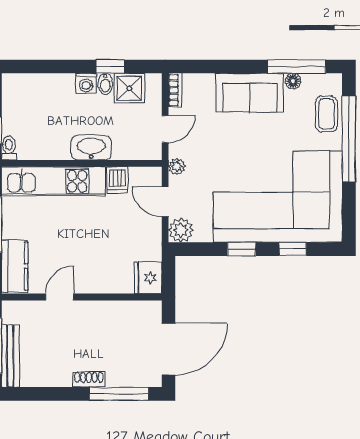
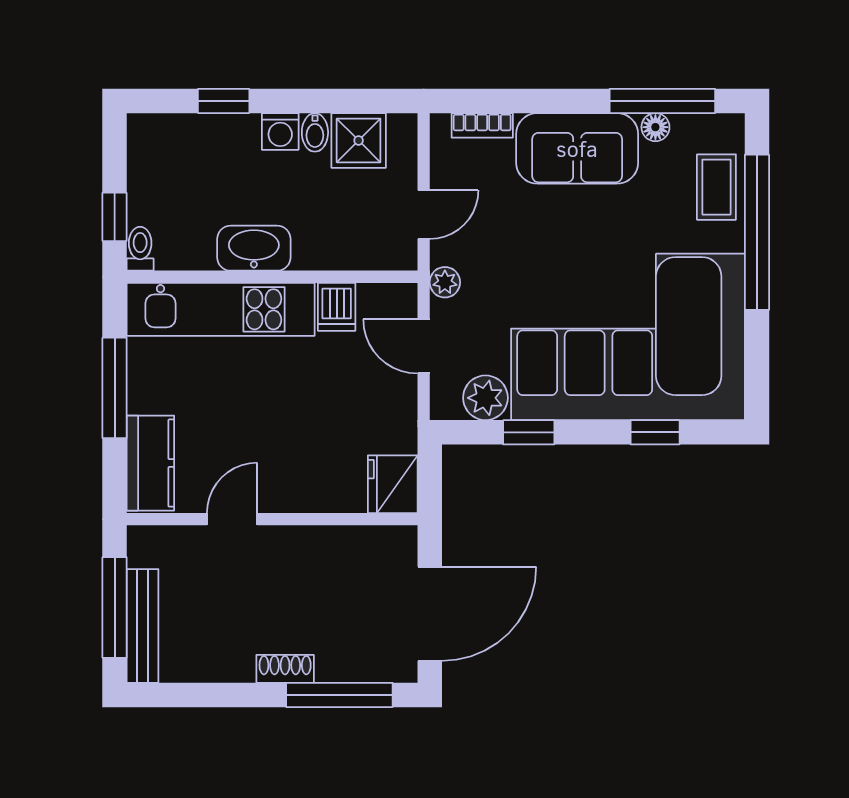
window: (110, 67) -> (224, 101), moved
bookcase: (175, 90) -> (482, 125), moved, turned 90
washbasin: (91, 148) -> (254, 248), moved
plant: (181, 230) -> (485, 398), moved
window: (241, 249) -> (529, 432), moved

